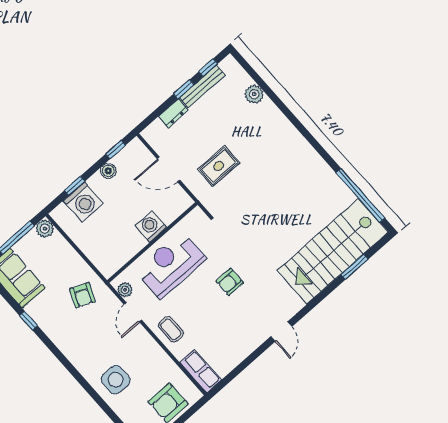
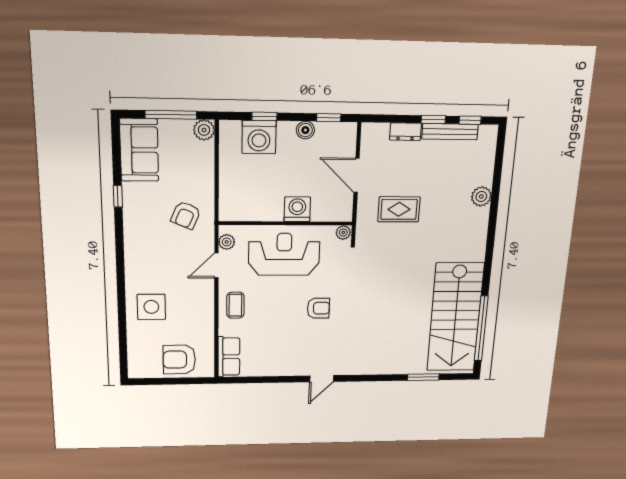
plant: (254, 94) -> (481, 196), moved
plant: (196, 215) -> (343, 233), added
stairs: (333, 251) -> (455, 317), moved, turned -90
armchair: (230, 282) -> (318, 308), turned 180

